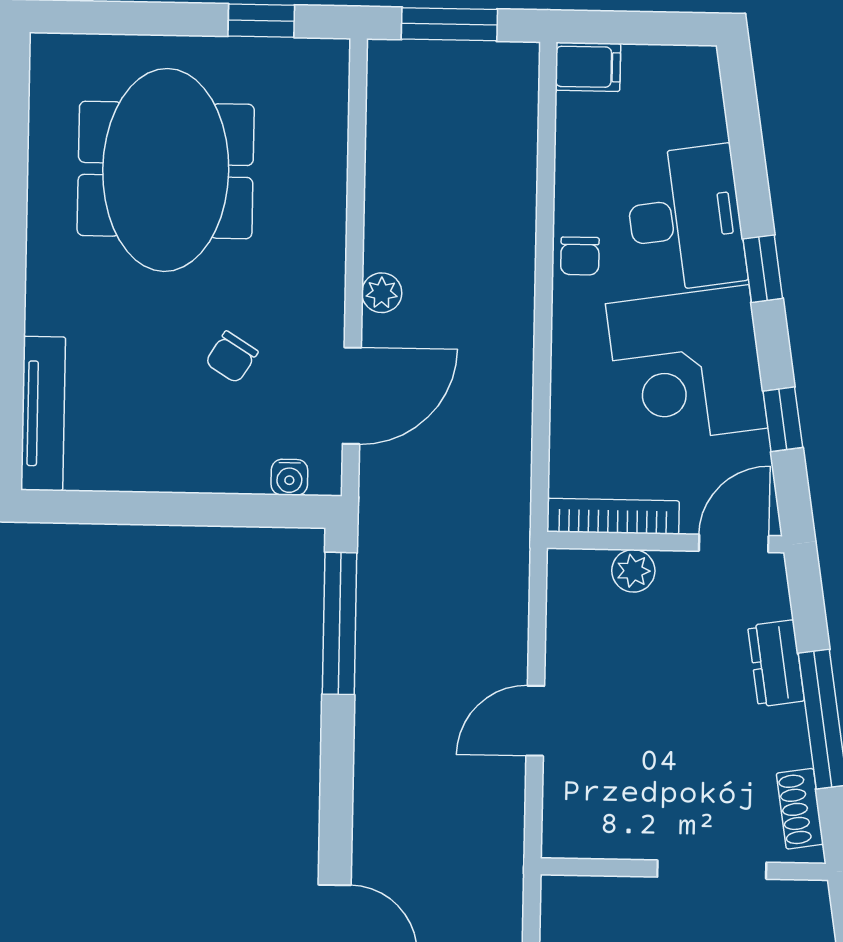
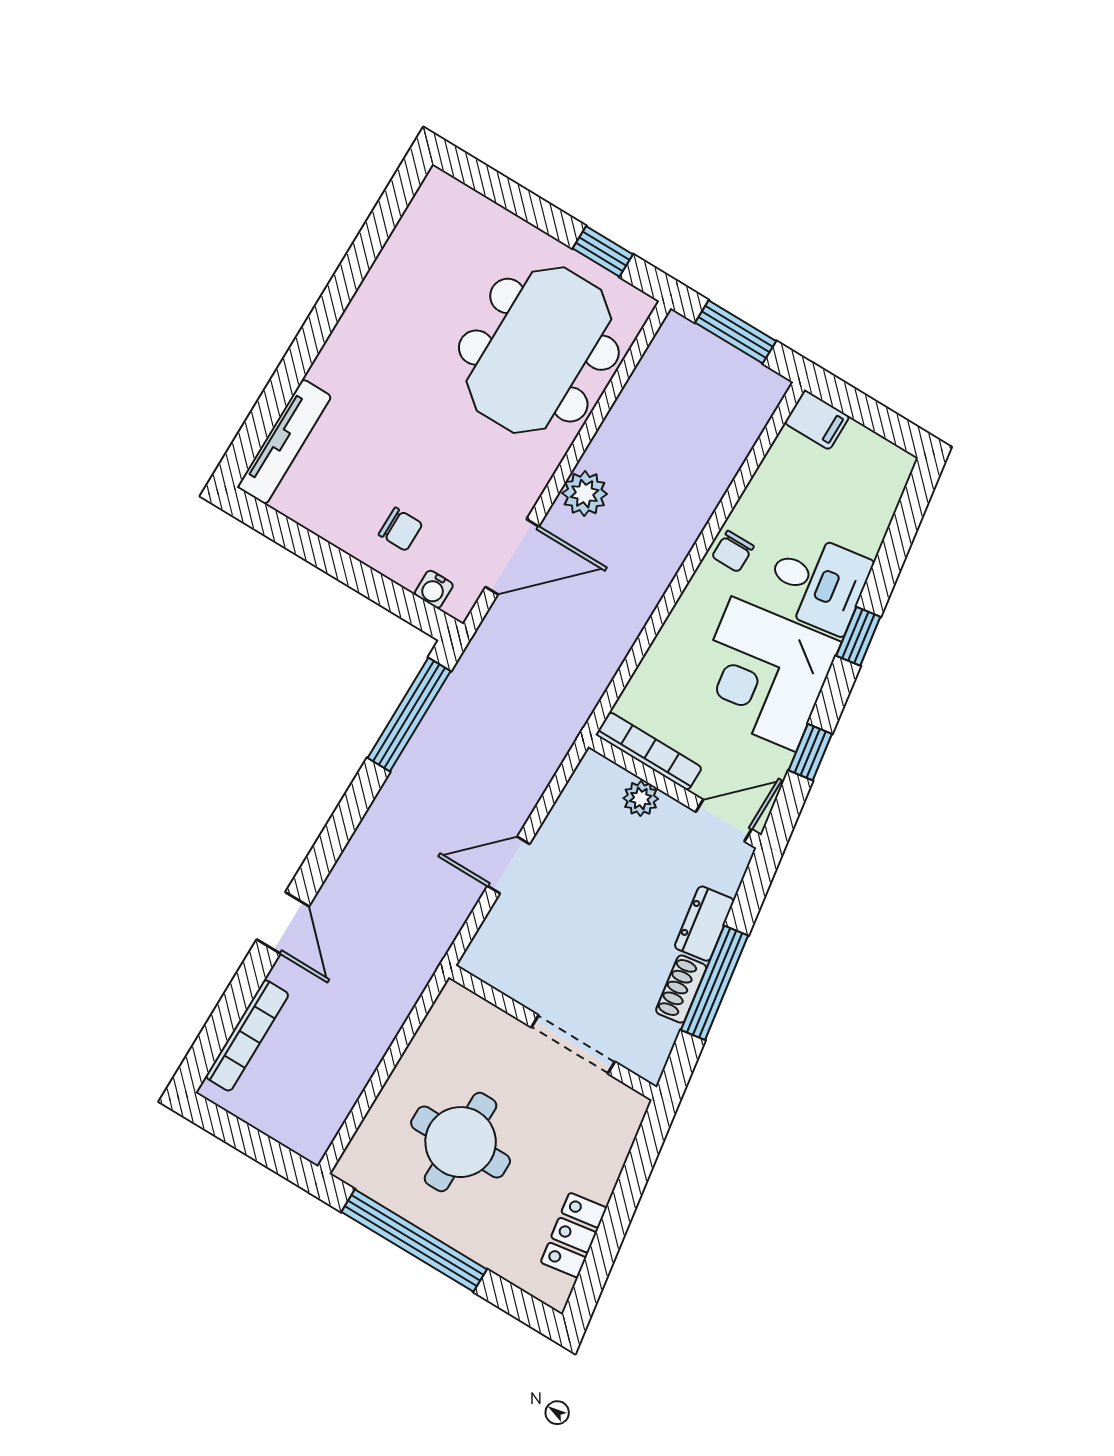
meeting table: (166, 170) -> (539, 350), moved
desk: (685, 218) -> (818, 583), width x0.73
plant: (382, 293) -> (585, 494), width x1.38, depth x1.38
chair: (232, 357) -> (401, 529), moved, turned -122
shoe rack: (800, 809) -> (681, 989), moved

